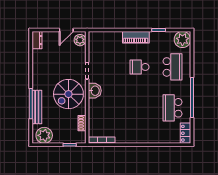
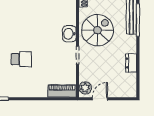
piano: (136, 37) -> (62, 91), moved
dresser: (37, 40) -> (131, 63), moved

